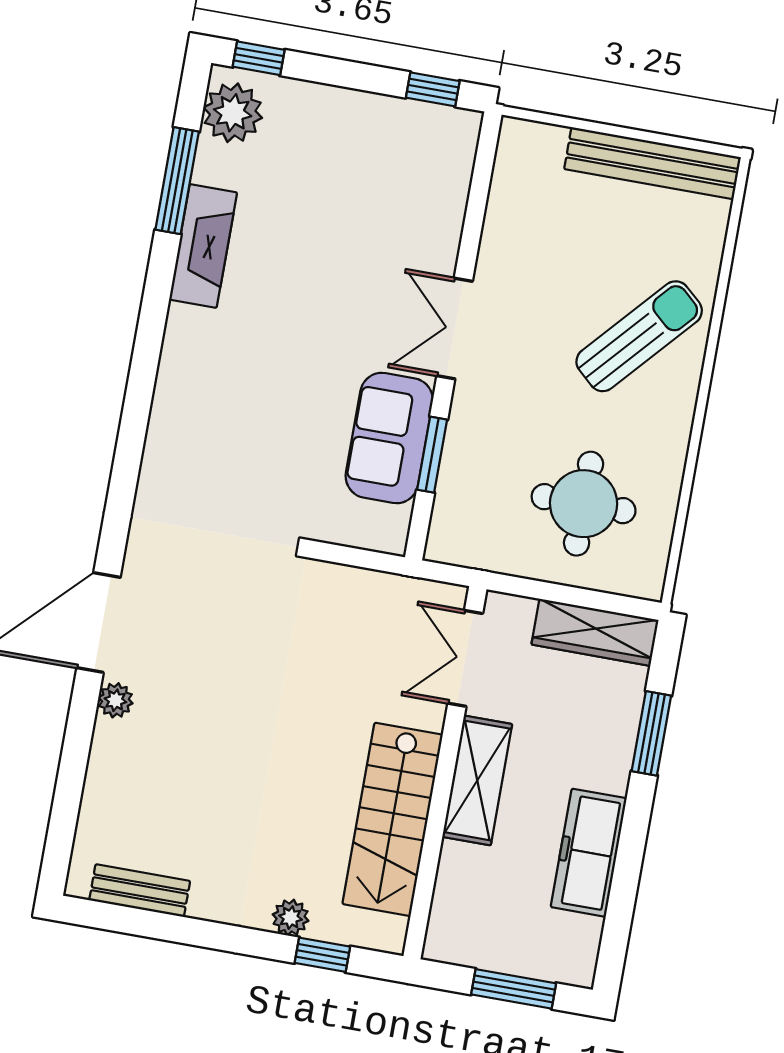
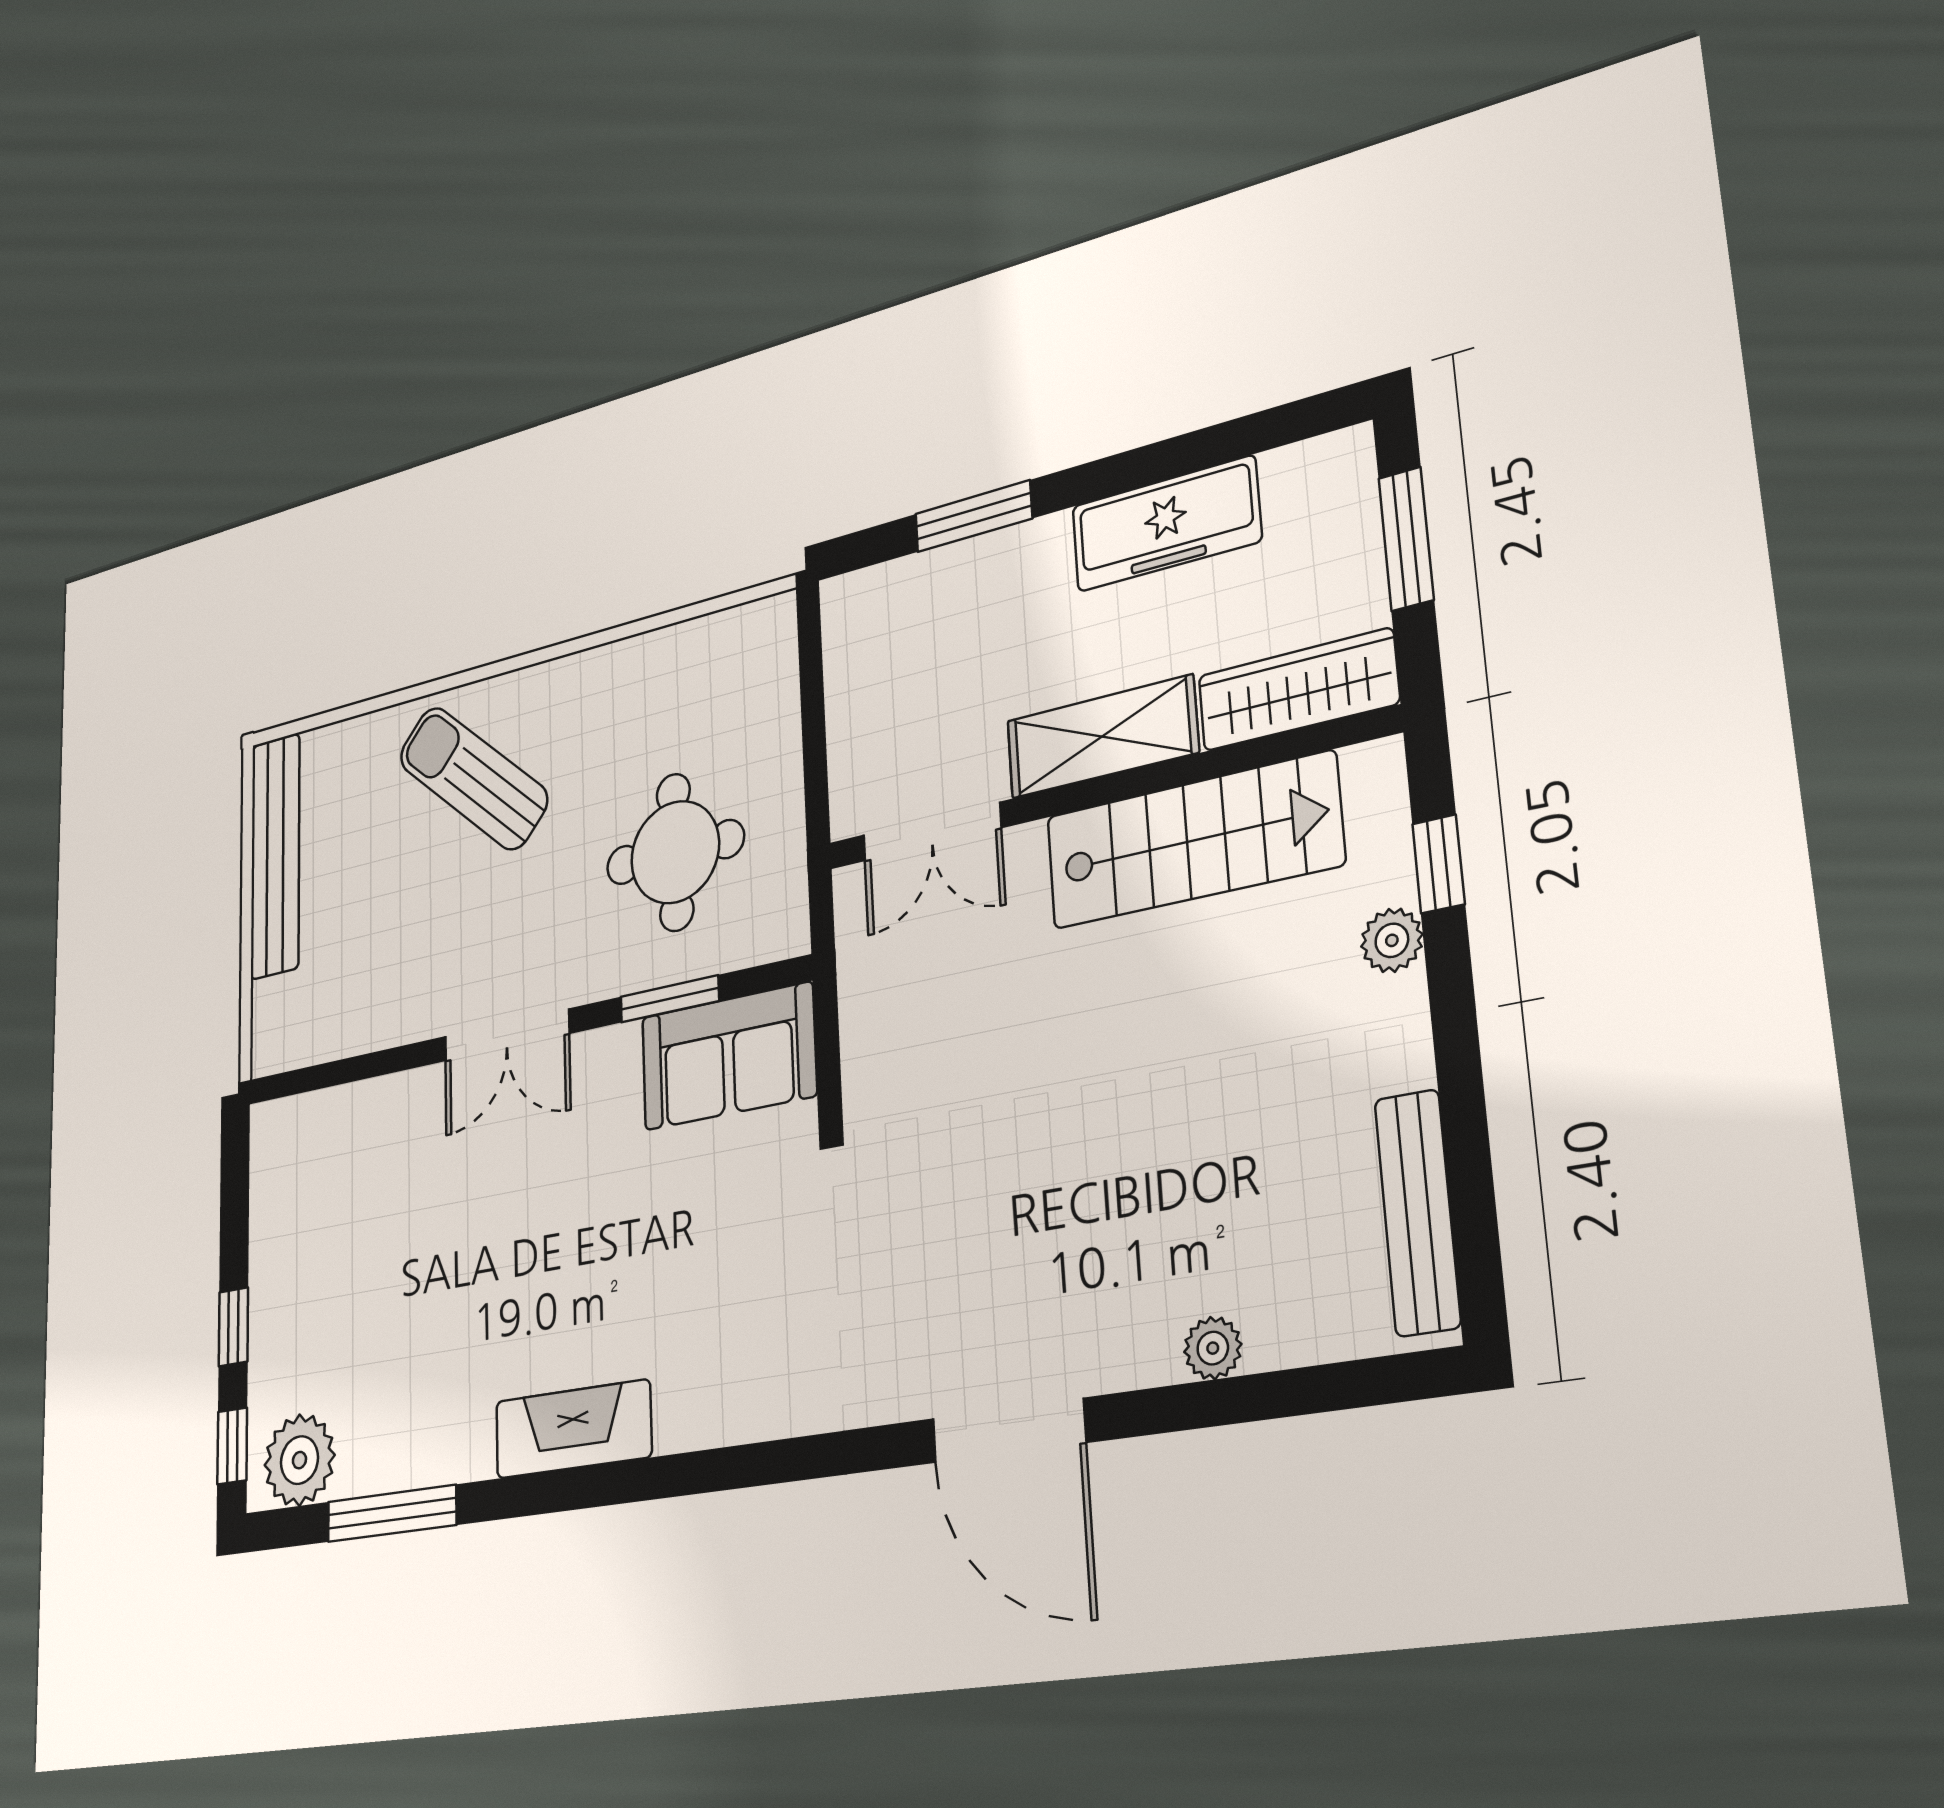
window: (433, 89) -> (233, 1327), moved
fireplace: (203, 246) -> (573, 1429), moved
sofa: (389, 438) -> (728, 1056), moved
round table: (584, 504) -> (675, 852), moved
wardrobe: (595, 632) -> (1298, 690), moved, turned -90
plant: (115, 700) -> (1213, 1348), moved
bench: (140, 891) -> (1417, 1212), width x1.36

